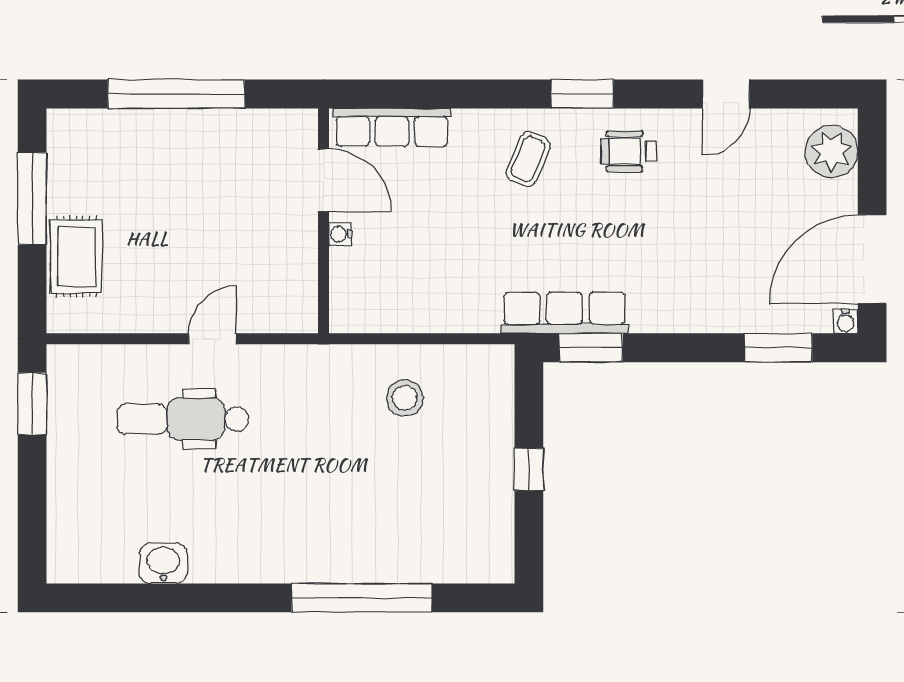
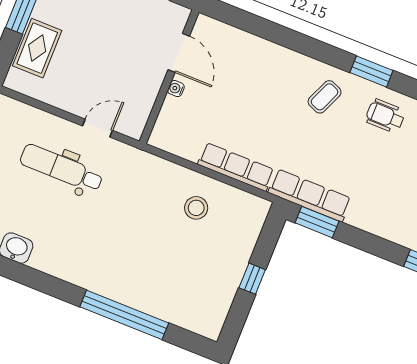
row of seats: (392, 127) -> (236, 167), moved, turned 180
door: (323, 180) -> (179, 53), moved
wall: (323, 221) -> (169, 77), moved
water cooler: (340, 234) -> (176, 89), moved

